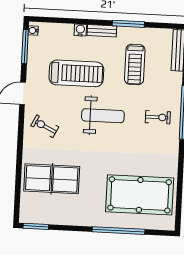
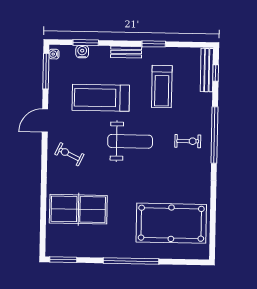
window: (64, 21) -> (86, 43), added
window: (128, 24) -> (154, 44), width x0.69
water cooler: (80, 30) -> (82, 52), moved
treadmill: (76, 73) -> (101, 98), turned 180
window: (118, 231) -> (131, 261), moved

